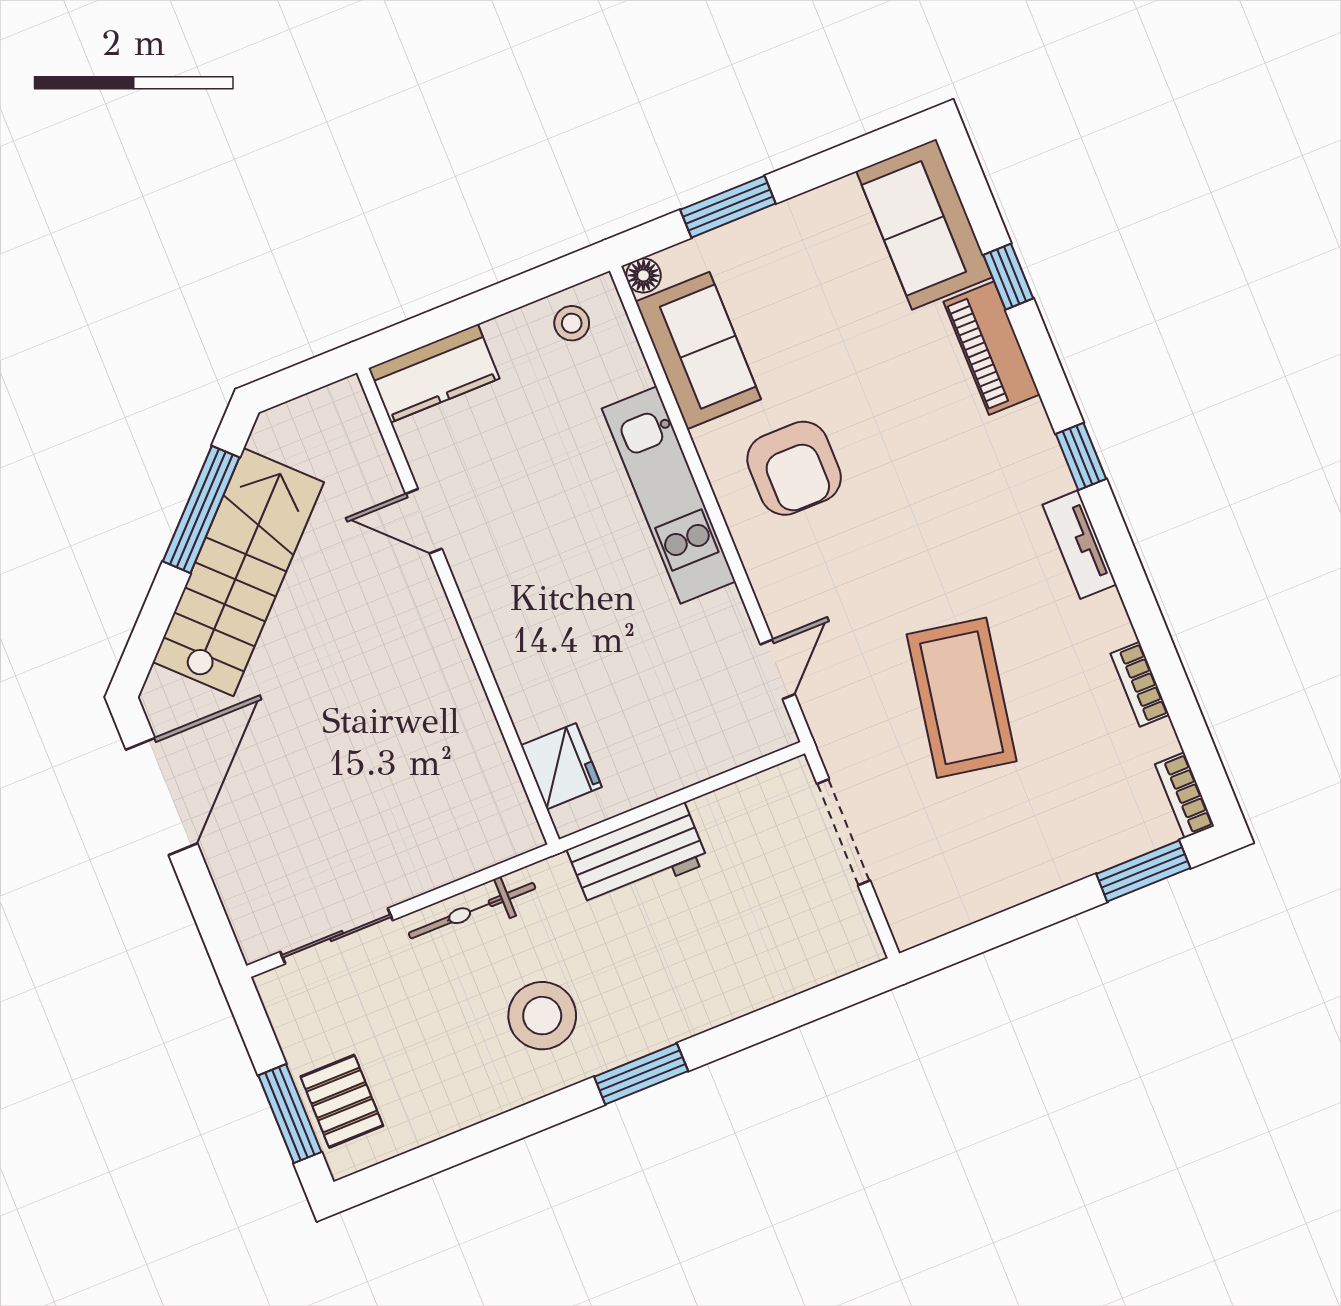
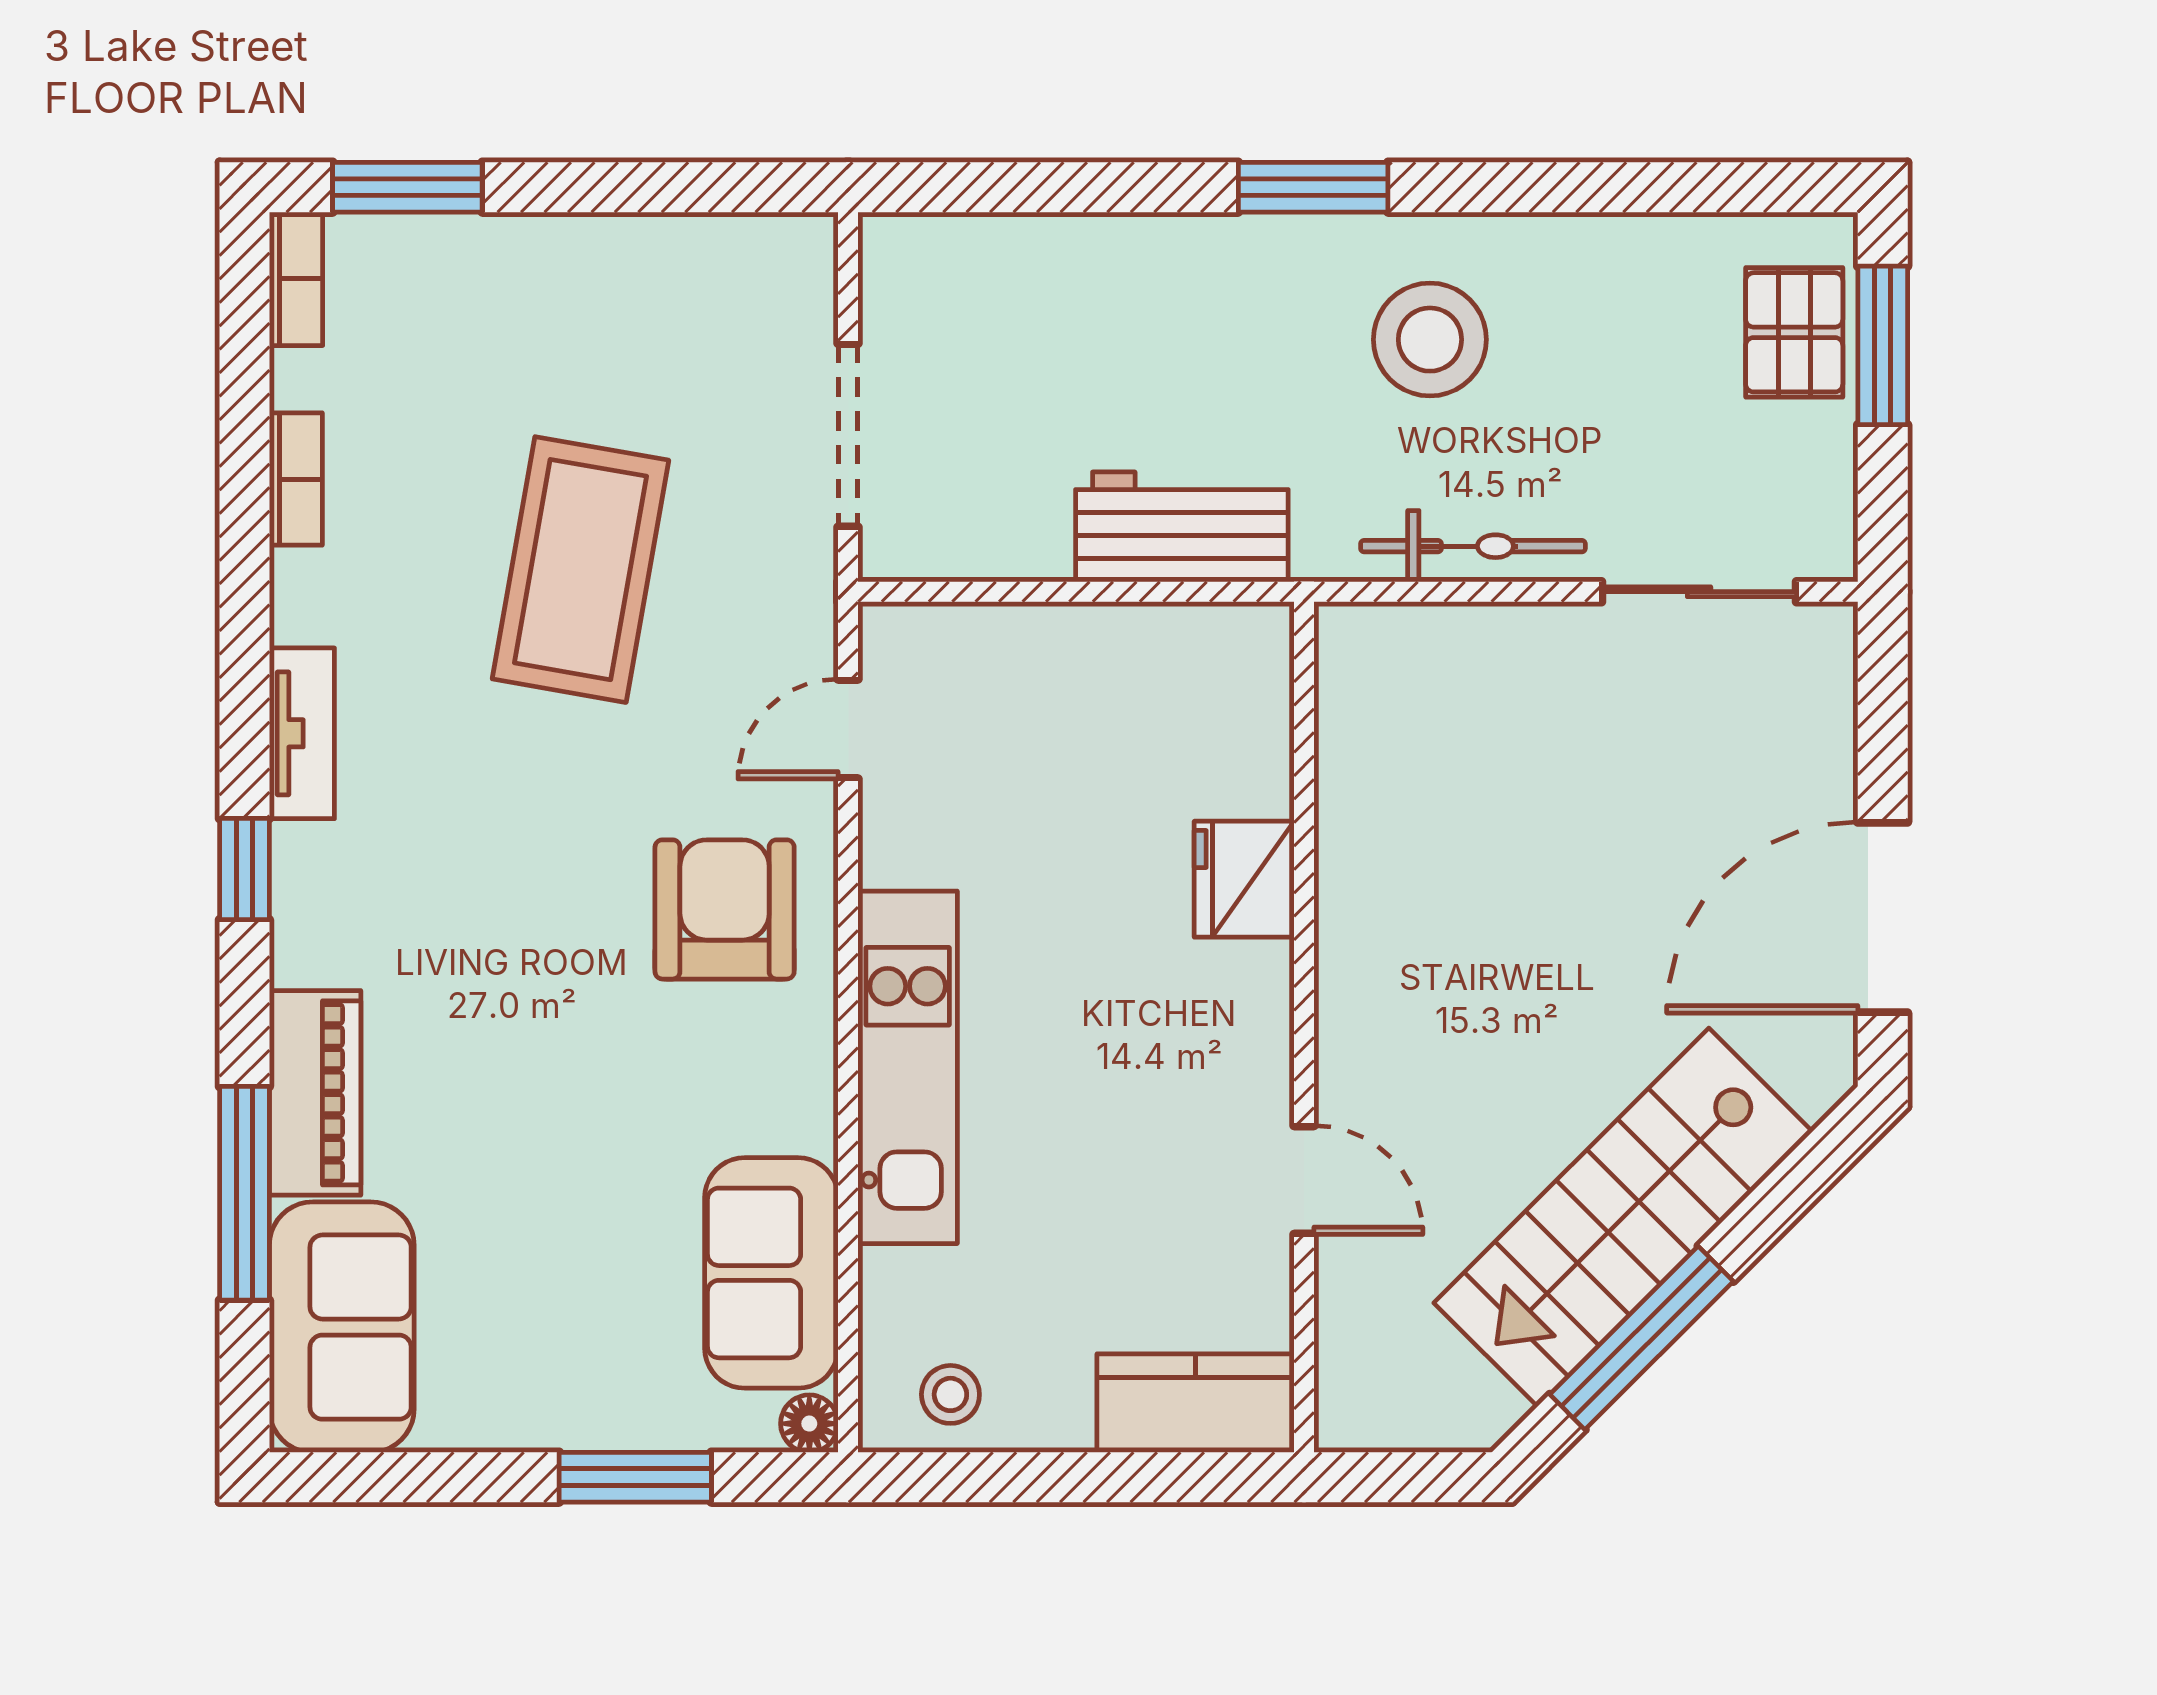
window: (1008, 277) -> (244, 1193), width x2.17
armchair: (794, 468) -> (725, 909), moved
fridge: (561, 766) -> (1244, 879), moved

